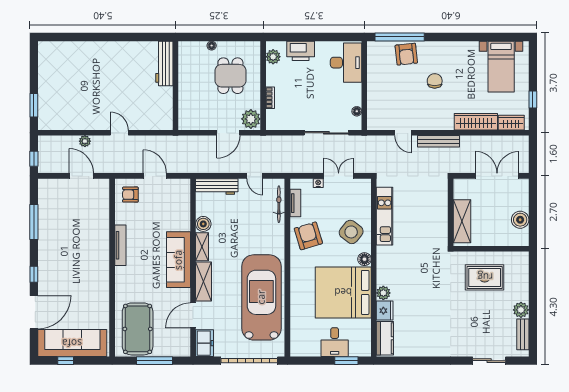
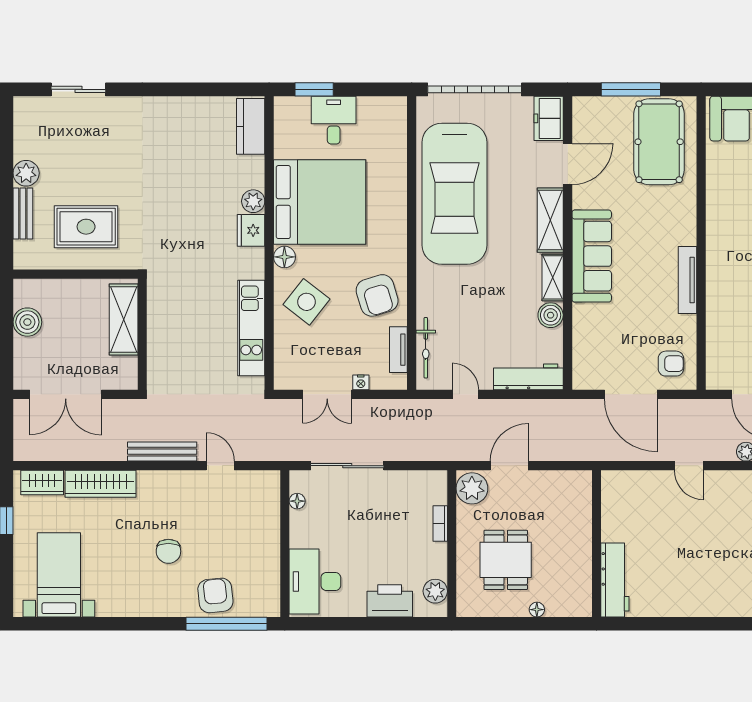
door: (155, 176) -> (631, 394), width x1.36
fridge: (385, 311) -> (251, 230), moved
bench: (523, 334) -> (23, 214), moved

